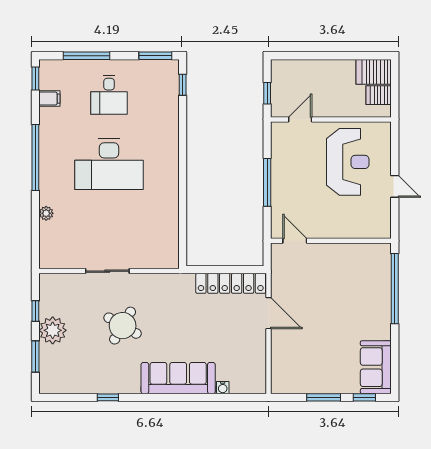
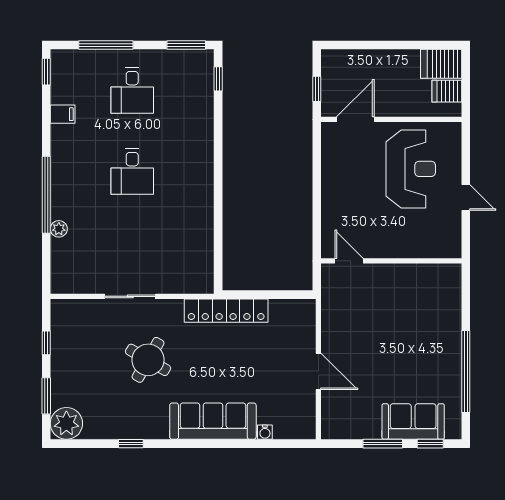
filing cabinet: (49, 99) -> (63, 114), moved
door: (300, 120) -> (355, 119), width x1.38
window: (35, 157) -> (46, 195), moved
desk: (109, 164) -> (132, 171), width x0.53, depth x0.77
window: (267, 182) -> (317, 193), removed
locker: (231, 283) -> (226, 311), moved
window: (395, 289) -> (466, 372), moved
door: (269, 313) -> (318, 371), moved
plant: (53, 330) -> (66, 423), moved
sofa: (376, 367) -> (413, 422), moved, turned 90

